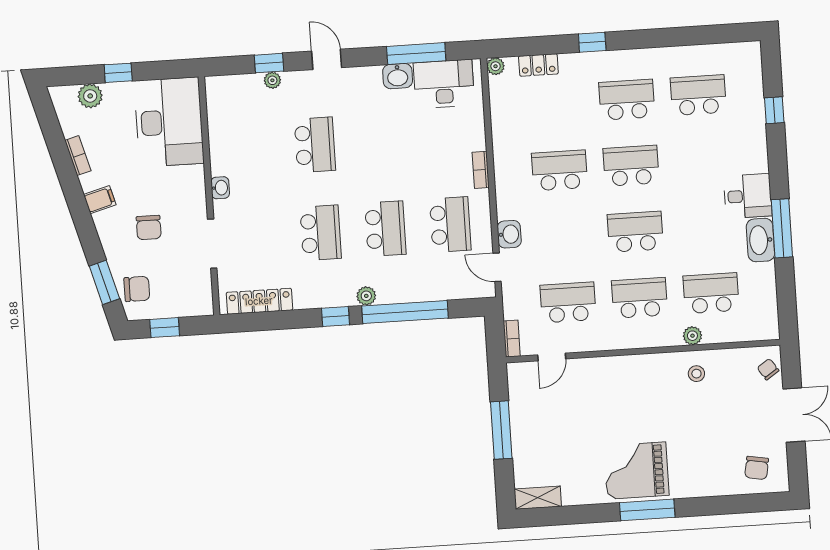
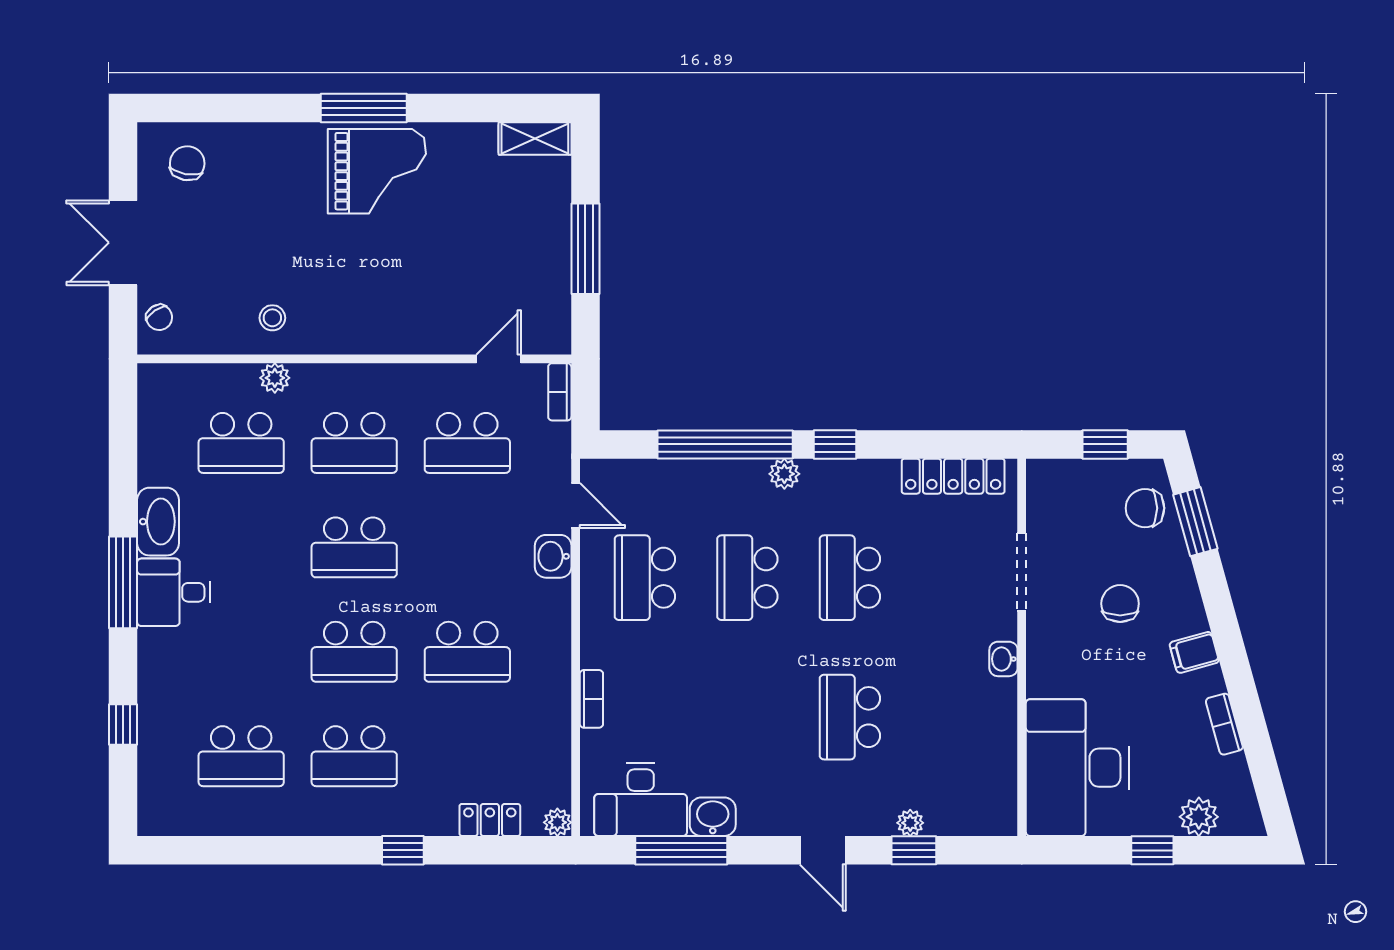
bookcase: (481, 170) -> (591, 699), moved
window: (782, 228) -> (123, 582), moved

